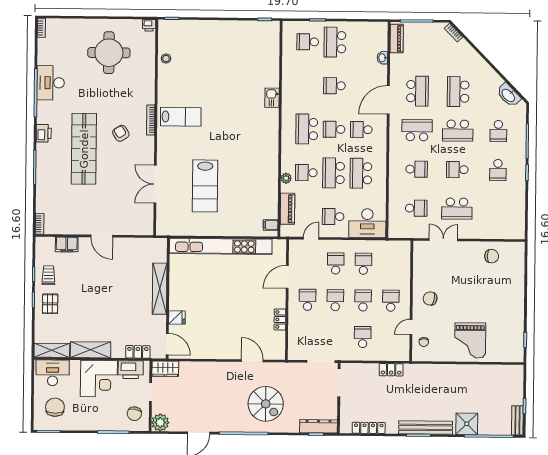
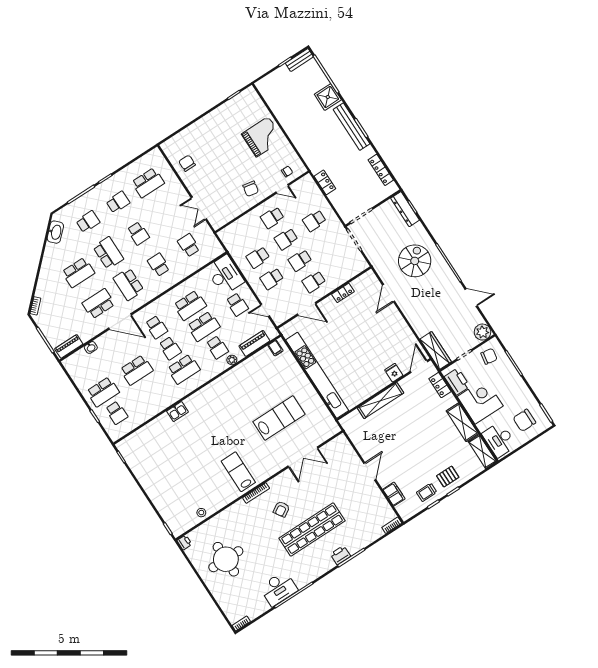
school desk: (334, 86) -> (136, 370), width x1.85
printer: (44, 133) -> (340, 555), moved
school desk: (457, 209) -> (148, 183), moved, turned 90
wardrobe: (165, 369) -> (436, 350), width x1.50

